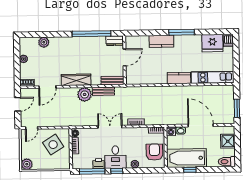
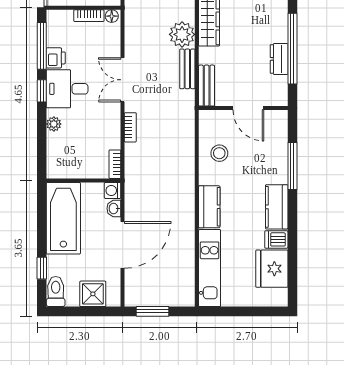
window: (182, 32) -> (292, 166), moved
dishwasher: (228, 40) -> (276, 239), moved
dresser: (115, 41) -> (279, 59), moved
kitchen counter: (161, 41) -> (277, 207), moved
stool: (149, 73) -> (219, 153), added
double door: (110, 127) -> (123, 80), swing flipped
armchair: (154, 152) -> (75, 160), removed
window: (190, 170) -> (42, 268), moved

